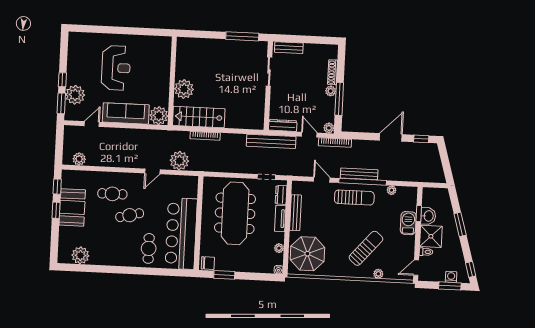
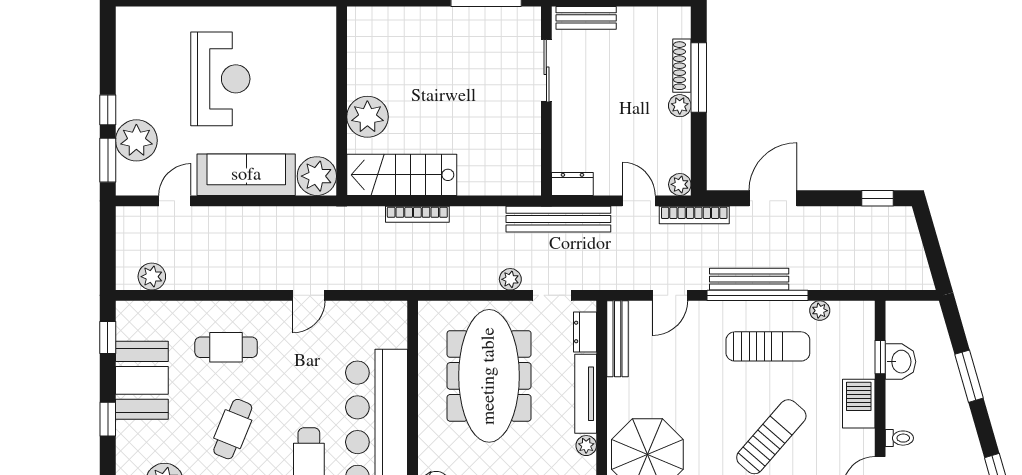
window: (339, 99) -> (699, 77), moved
dresser: (283, 125) -> (572, 184), width x0.70
door: (391, 137) -> (773, 198), moved
plant: (179, 161) -> (510, 279), moved, width x0.53, depth x0.53
door: (322, 180) -> (670, 295), swing flipped
sun lounger: (354, 198) -> (768, 346), moved
window: (56, 210) -> (108, 419), moved
bench: (295, 213) -> (618, 339), moved
cafe table: (130, 215) -> (233, 429), moved, turned -54
tv unit: (280, 218) -> (586, 394), width x1.41
barbecue: (408, 223) -> (859, 404), moved
shower: (431, 236) -> (908, 404), removed

